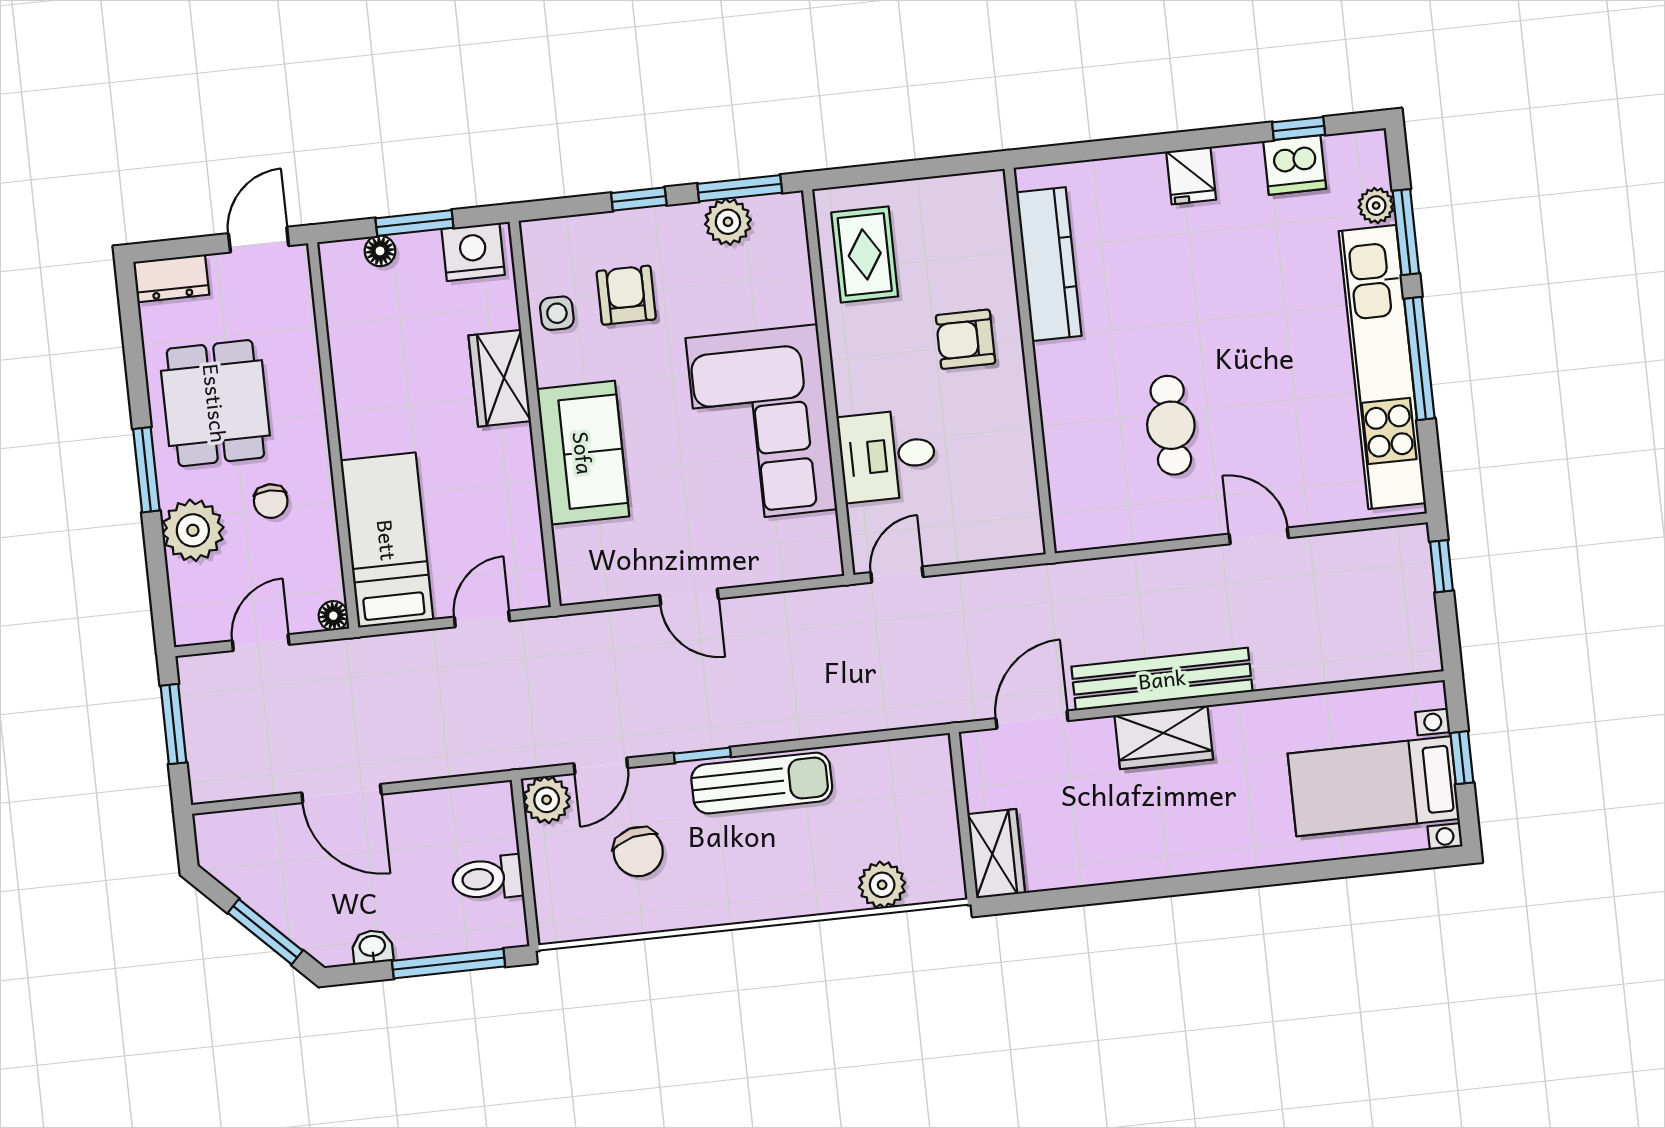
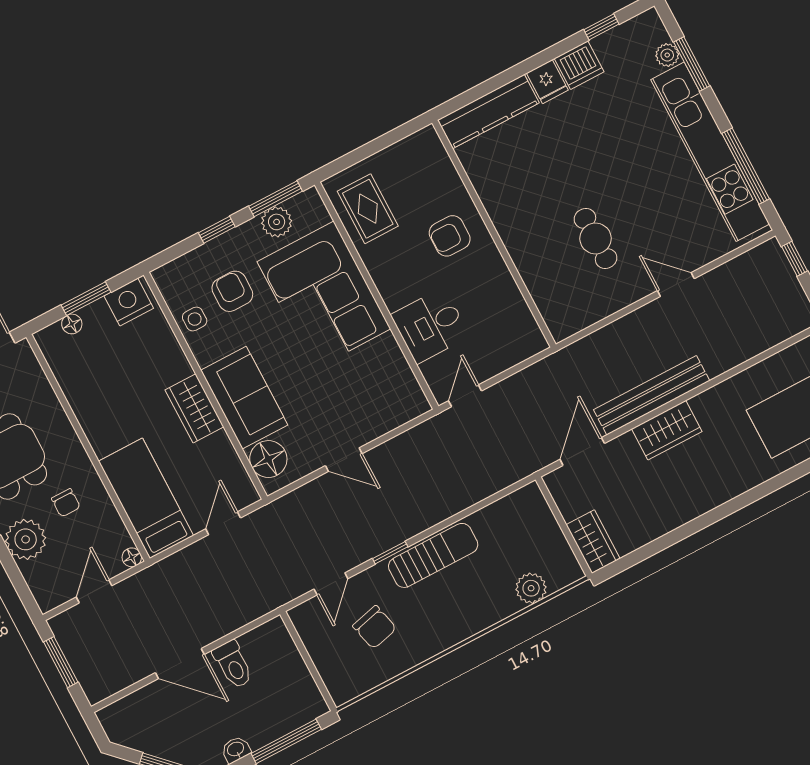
dishwasher: (1295, 165) -> (579, 65), moved
kitchen counter: (1049, 264) -> (489, 111), moved, turned 90
window: (1419, 359) -> (746, 166), moved
wardrobe: (500, 378) -> (194, 408), moved
corner sofa: (761, 424) -> (324, 295), moved
floor lamp: (582, 553) -> (268, 459), added
plant: (547, 800) -> (306, 618), removed
toilet: (487, 878) -> (233, 665), moved, turned -90

